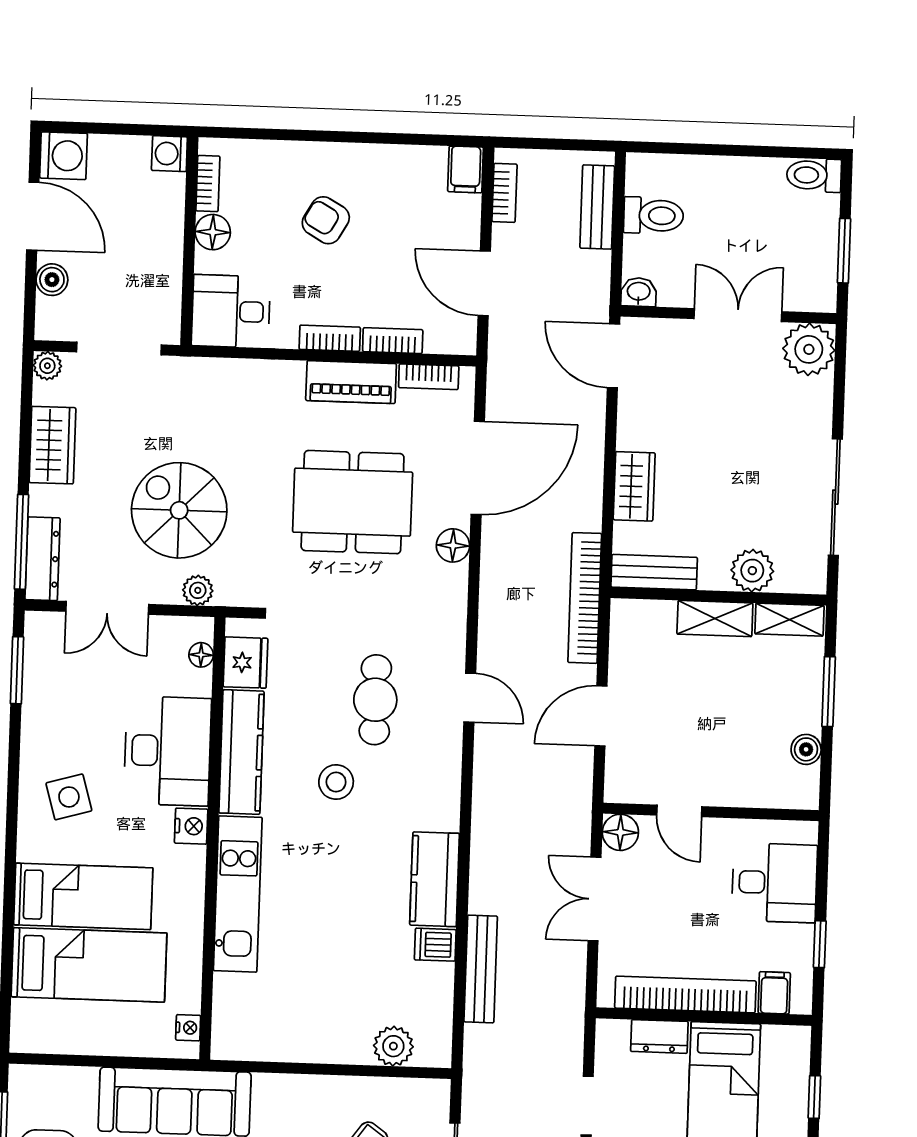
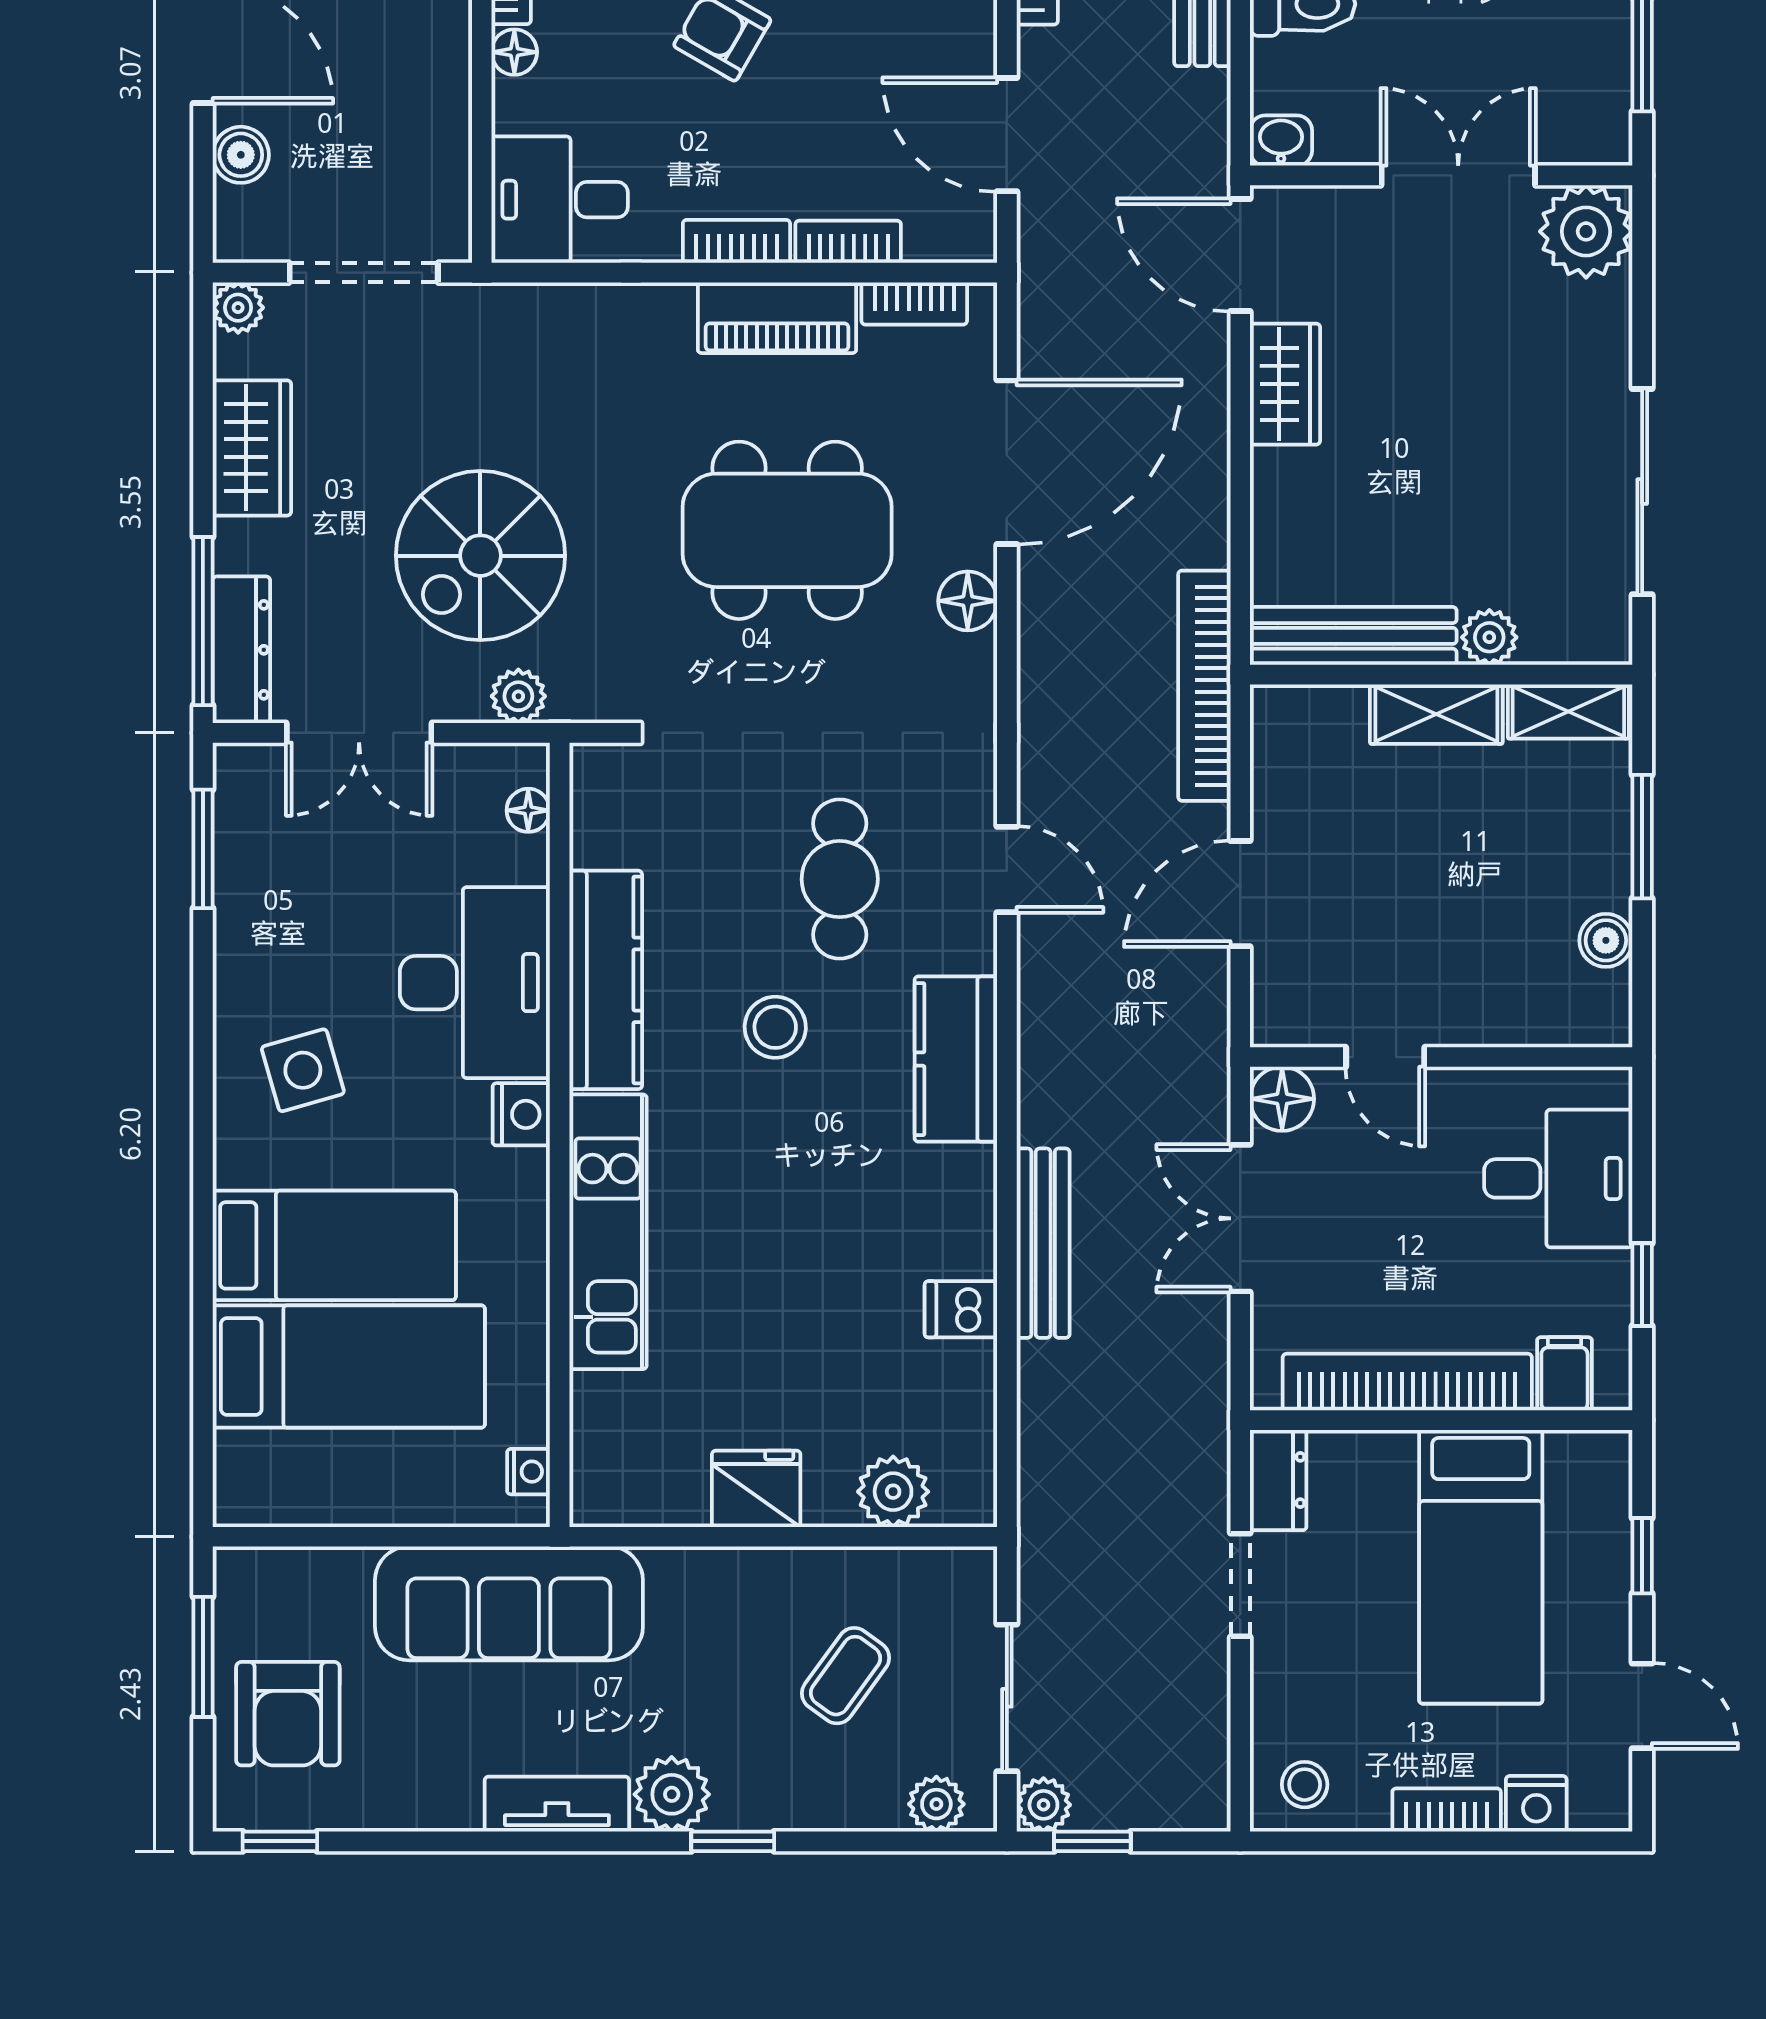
floor lamp: (213, 232) -> (514, 52), width x0.73, depth x0.73
wardrobe: (634, 486) -> (1285, 384), moved
spiral stairs: (179, 510) -> (480, 556), turned -90
plant: (752, 571) -> (1489, 637), width x0.73, depth x0.73
bench: (654, 572) -> (1353, 636), width x1.36
fridge: (246, 663) -> (756, 1489), moved, turned -90
kitchen counter: (435, 879) -> (956, 1059), moved
bench: (481, 969) -> (1043, 1243), moved
dresser: (659, 1036) -> (1278, 1480), moved, turned -90

